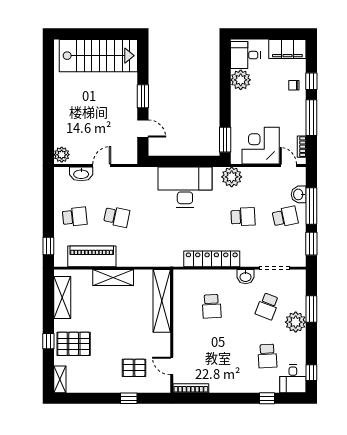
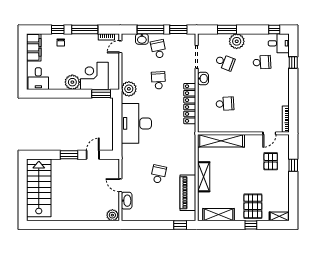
plant: (241, 80) -> (72, 82), moved
corner desk: (261, 146) -> (94, 76), moved, turned 90
school desk: (75, 217) -> (158, 205), removed

